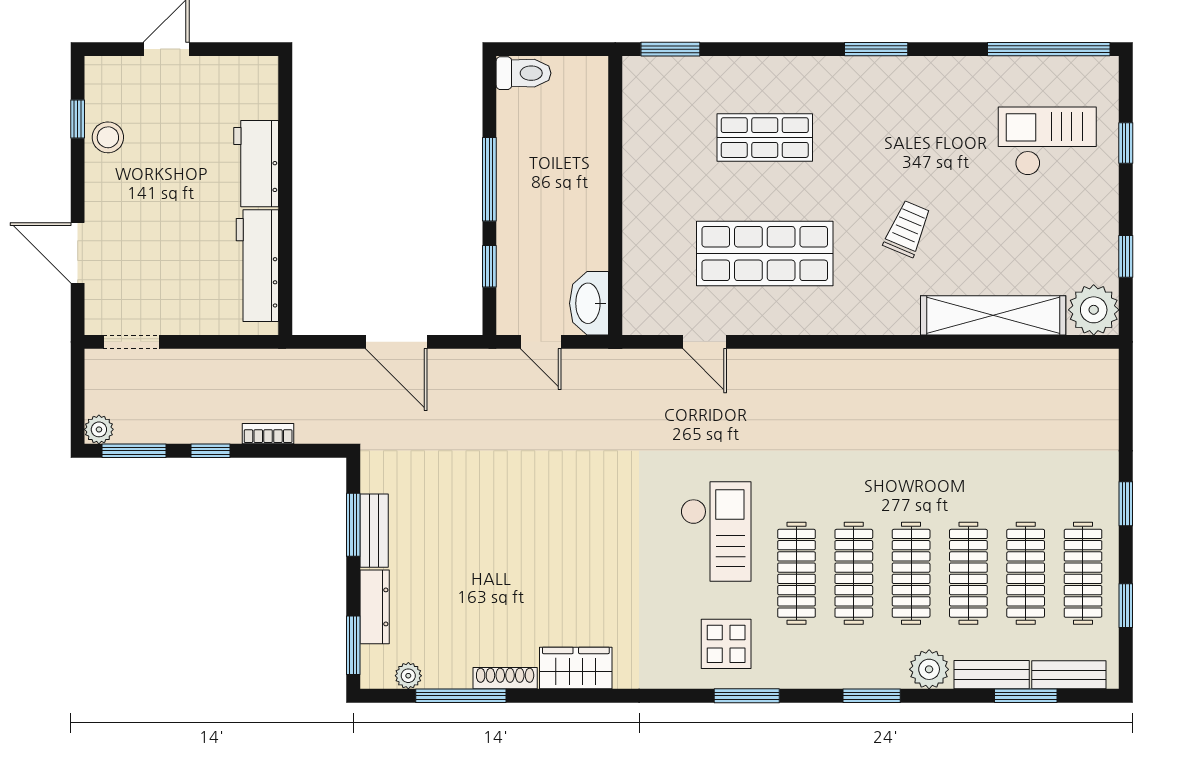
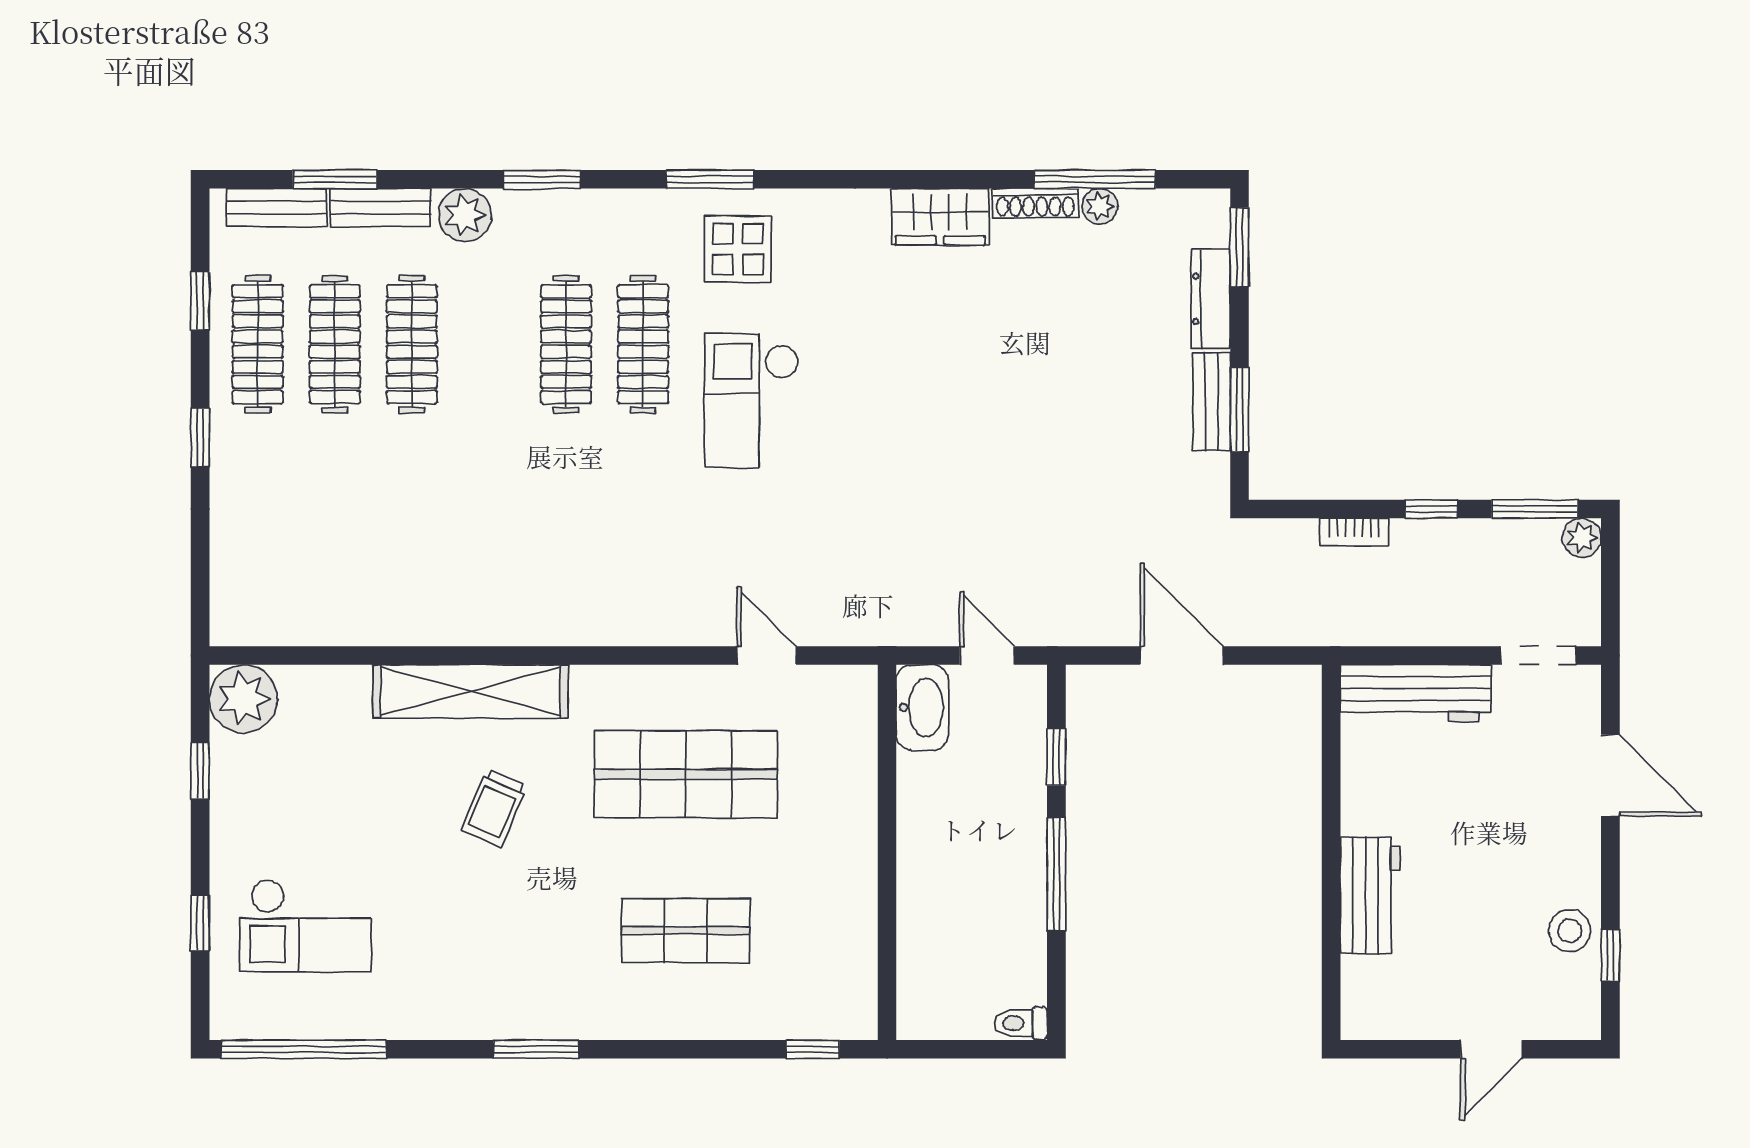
window: (670, 49) -> (813, 1049), width x0.67
toilet: (524, 73) -> (1021, 1023), width x0.73, depth x0.72
workbench: (257, 266) -> (1416, 693), moved, turned 90
shelving: (993, 315) -> (470, 691), moved
clothes rail: (911, 573) -> (489, 344), removed
plant: (408, 676) -> (1100, 206), moved

